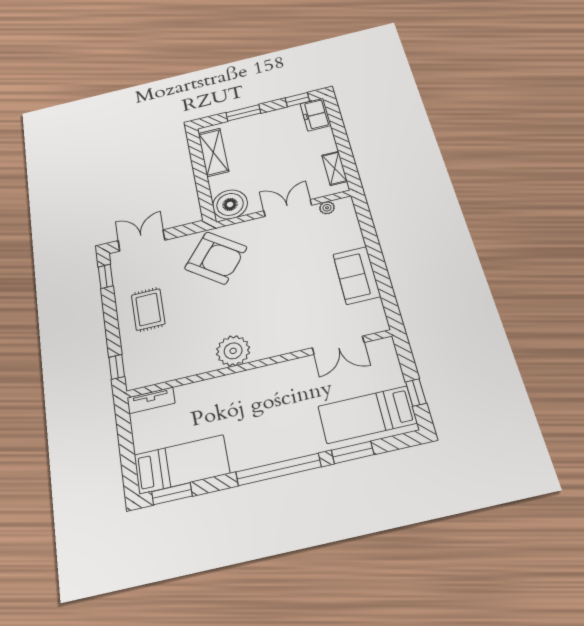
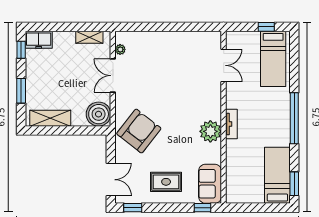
double door: (141, 240) -> (111, 180), swing flipped
sofa: (357, 275) -> (210, 184), moved, turned 90
tv unit: (151, 400) -> (231, 124), moved
window: (353, 452) -> (294, 73), removed

